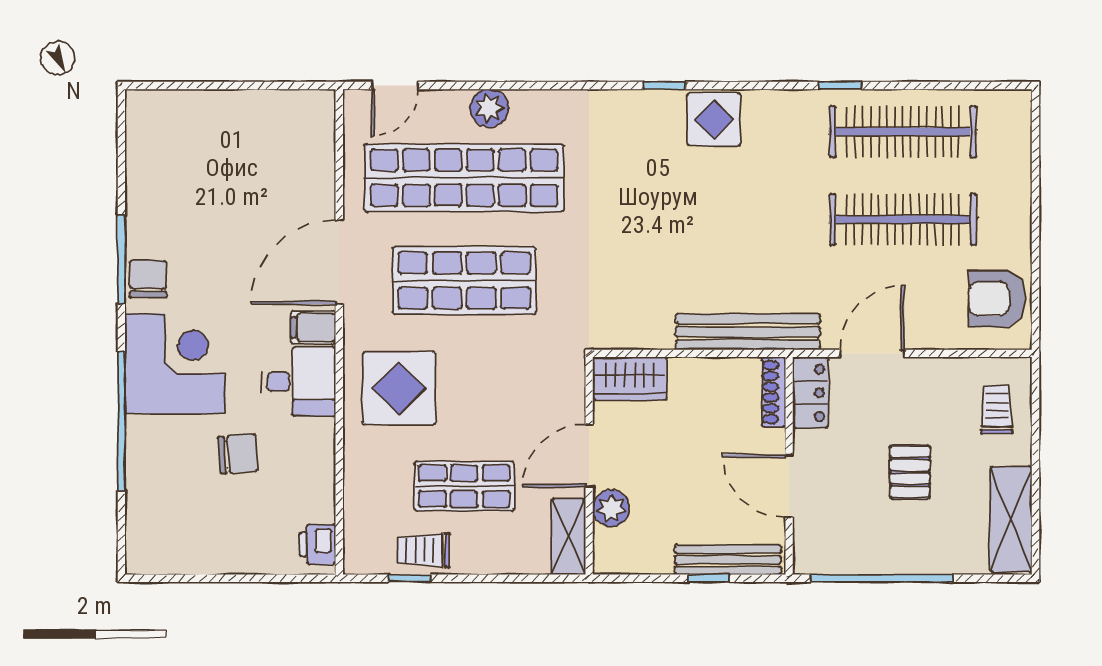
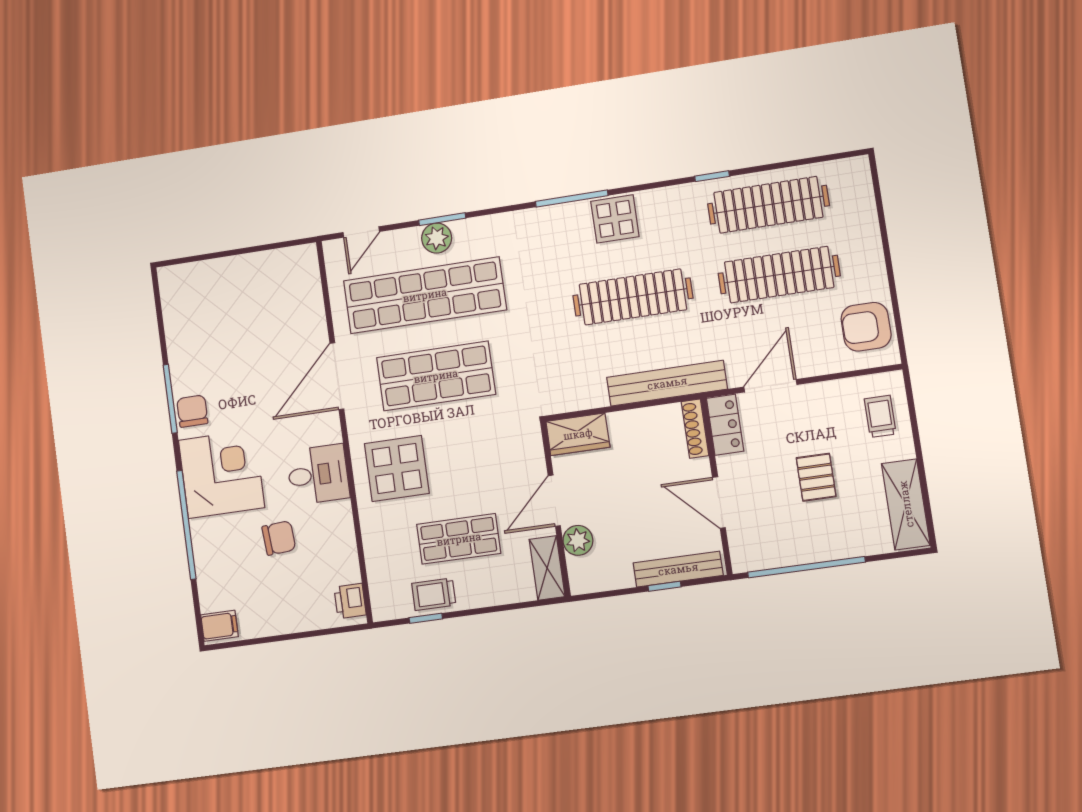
window: (499, 86) -> (442, 219), added
window: (664, 86) -> (572, 199), width x2.17
clothes rail: (722, 219) -> (633, 297), added
filing cabinet: (313, 327) -> (219, 626), moved, turned 180

